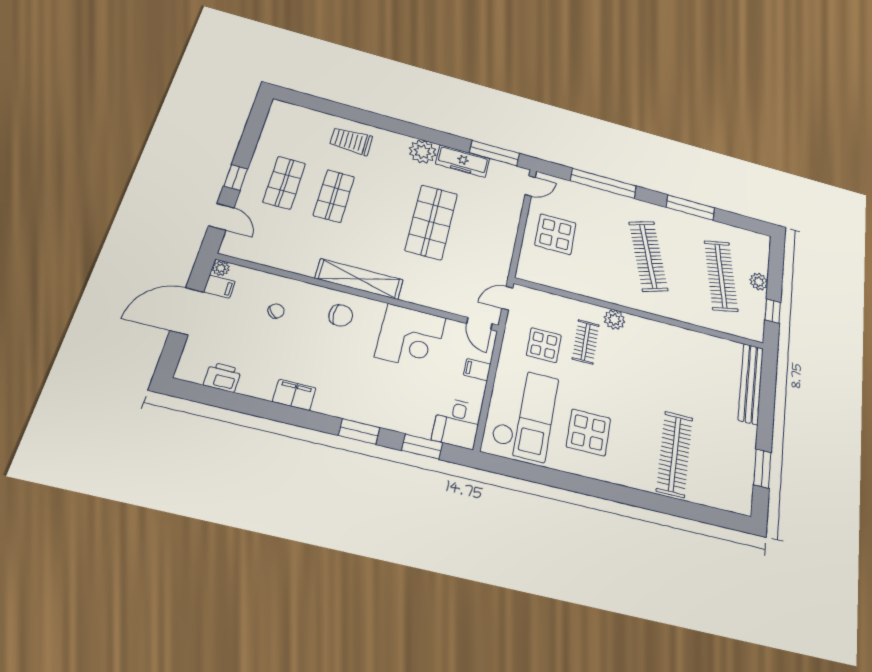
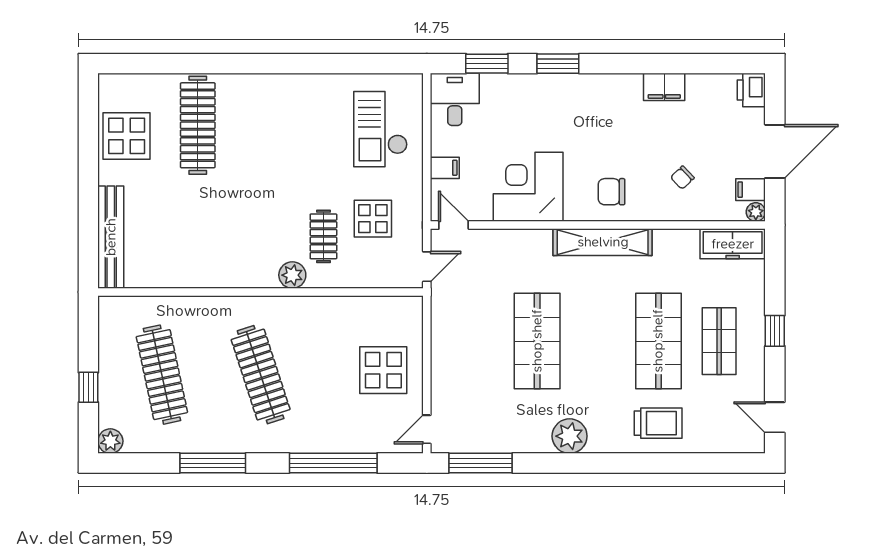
freezer: (463, 161) -> (733, 244), moved, turned 180
shop shelf: (334, 196) -> (658, 341), width x1.43, depth x1.36
door: (221, 217) -> (775, 417), moved
plant: (759, 282) -> (110, 441), moved
window: (773, 311) -> (88, 387), moved
printer: (222, 377) -> (751, 90), moved, turned 90
filing cabinet: (294, 395) -> (664, 87), moved
checkout: (525, 414) -> (381, 129), width x0.73, depth x0.83
display table: (588, 432) -> (127, 136), moved
window: (762, 469) -> (88, 134), removed

